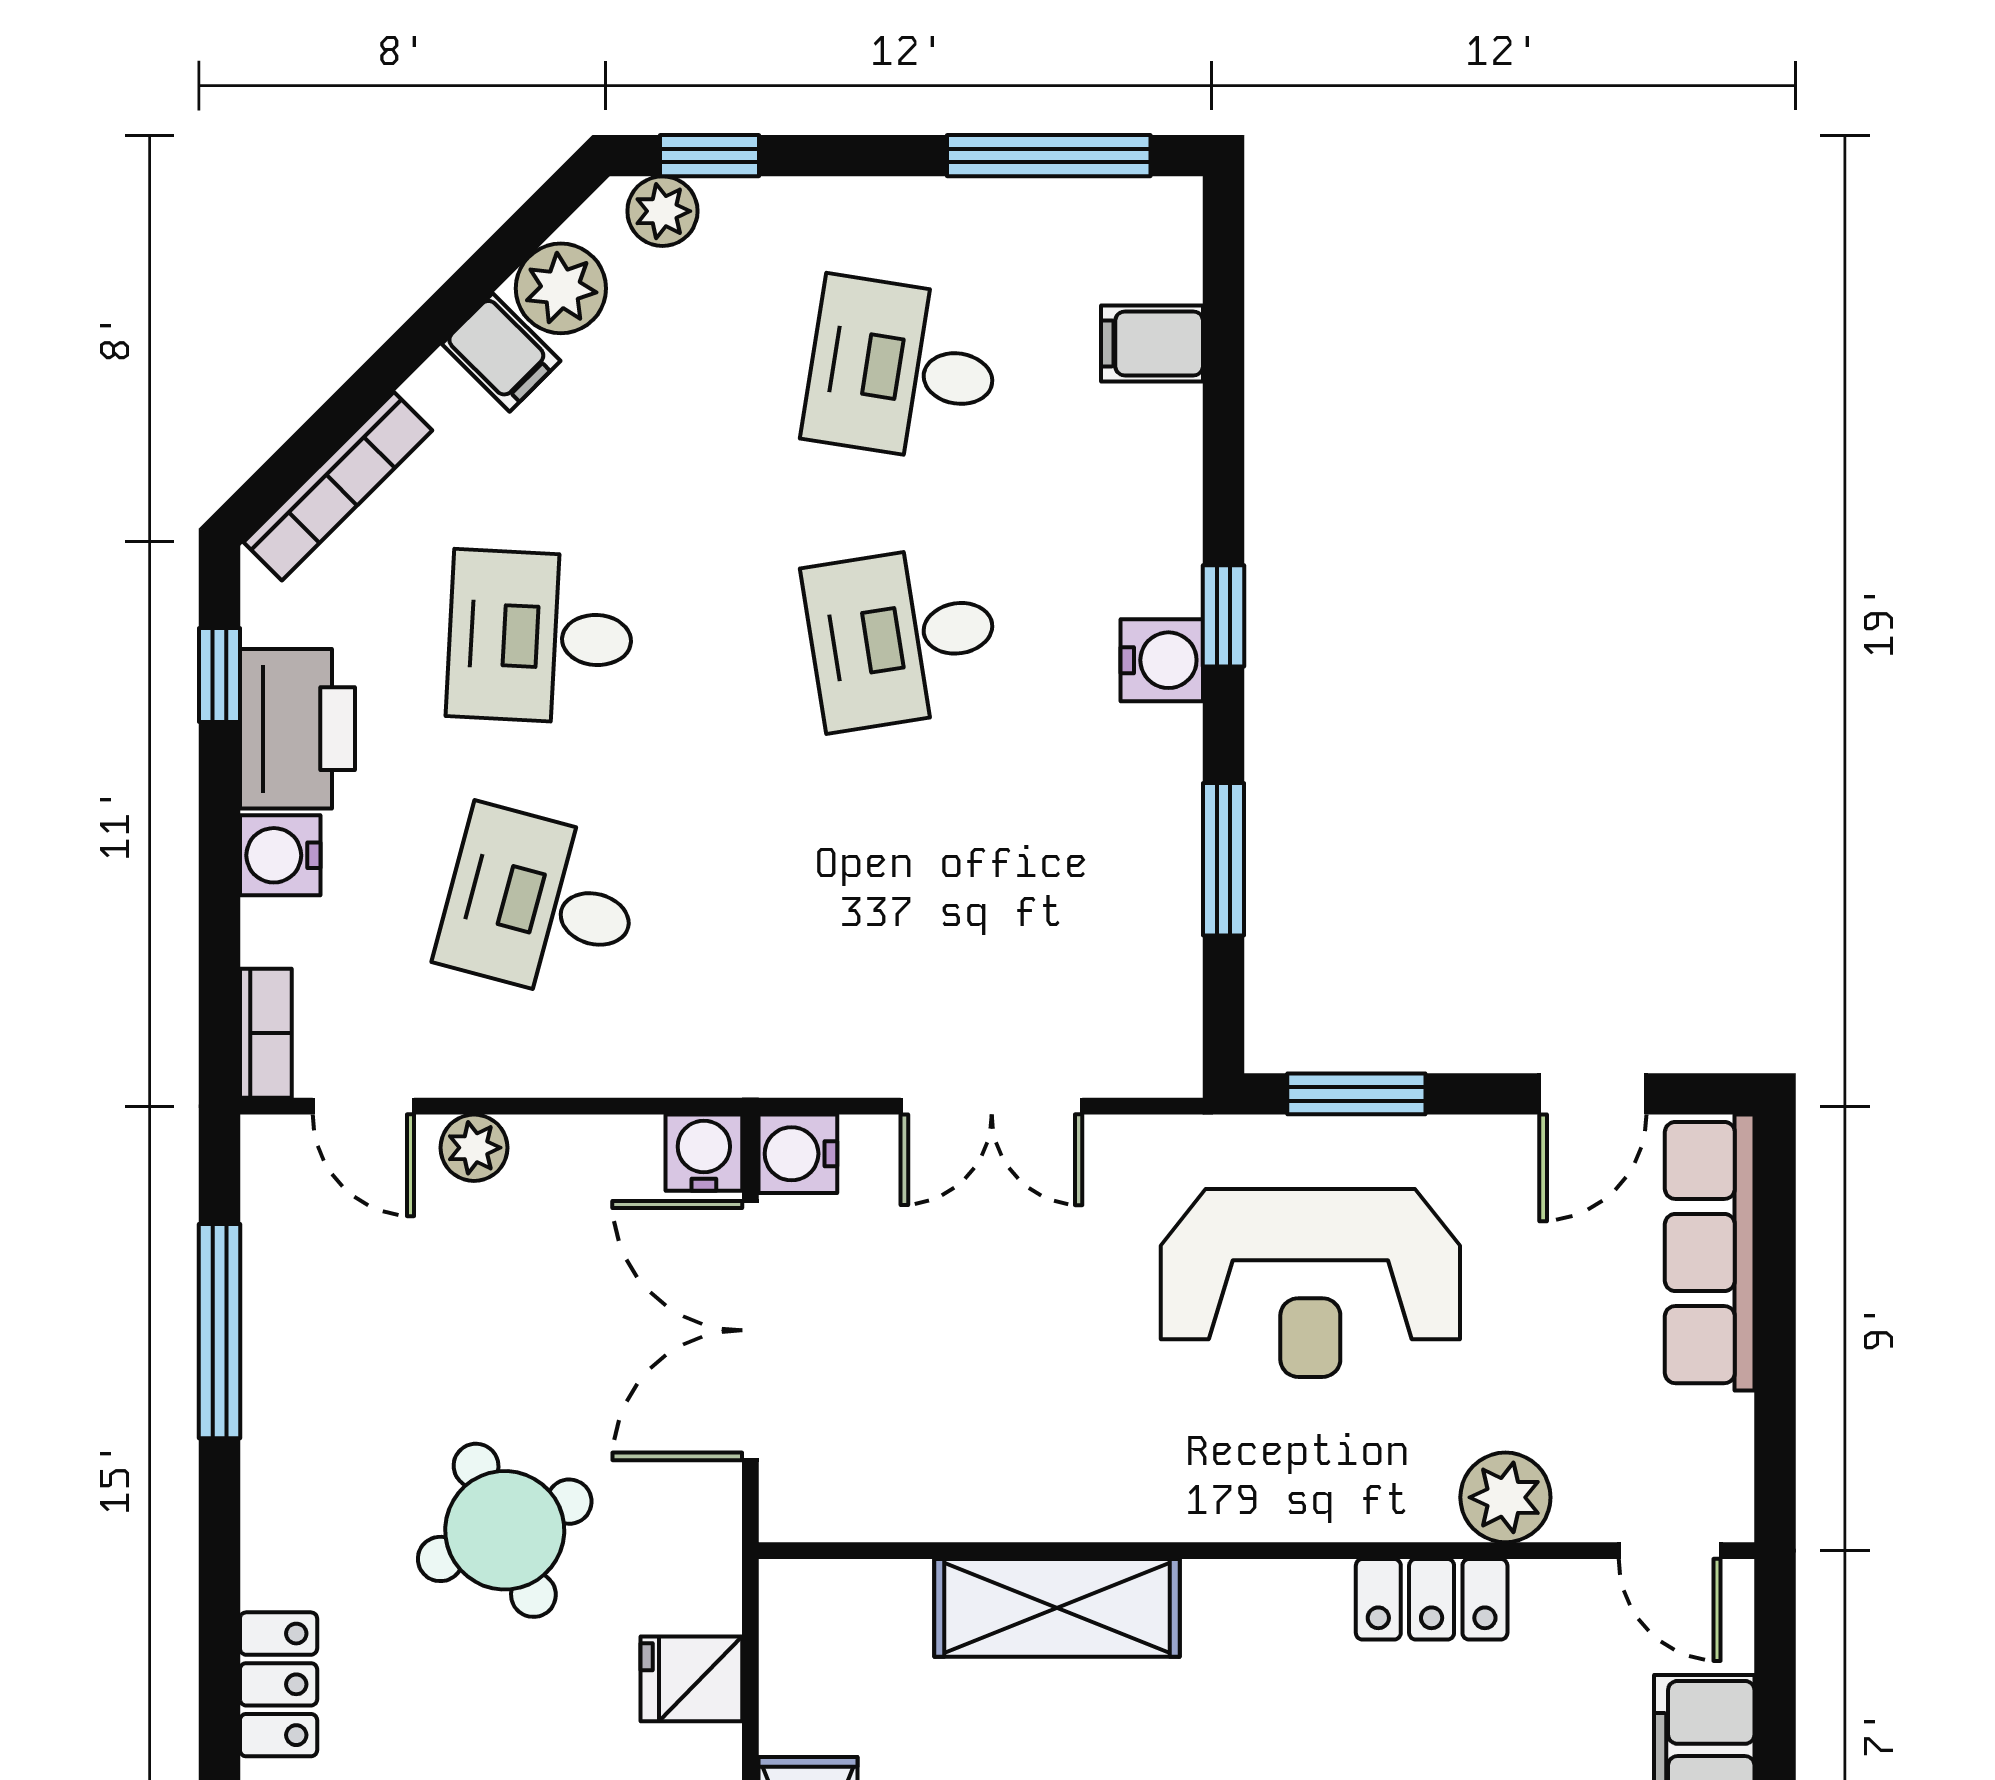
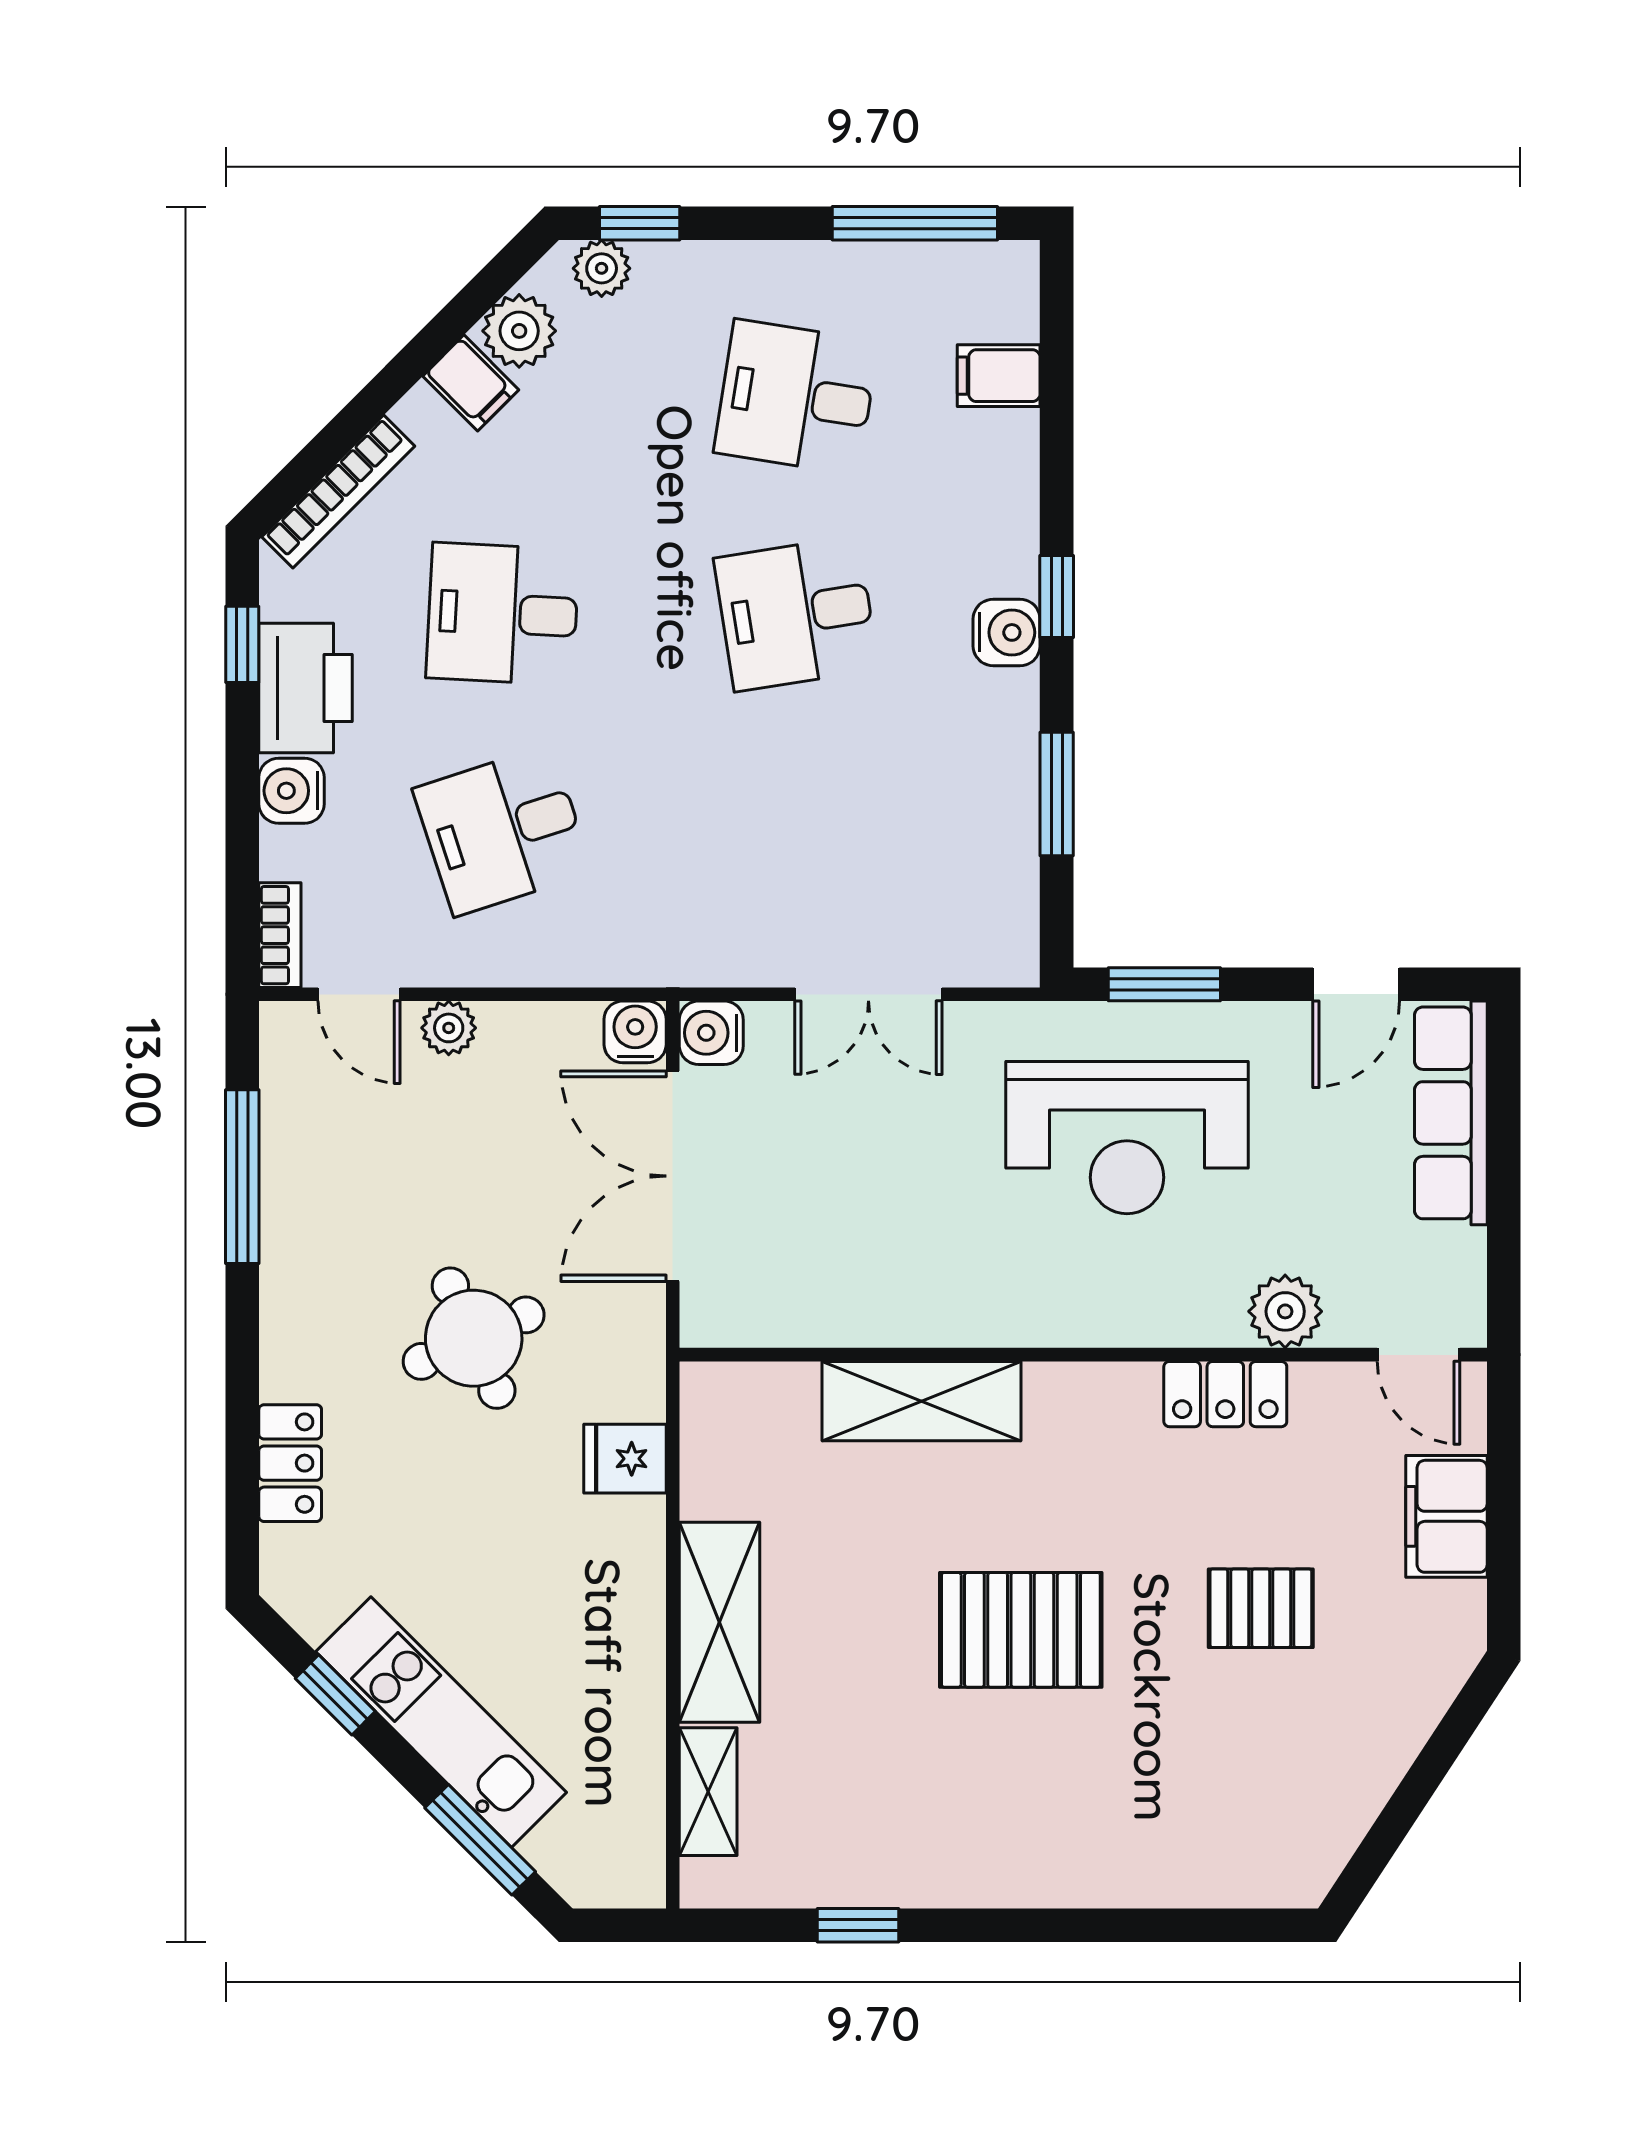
desk: (540, 904) -> (503, 831), turned -33

